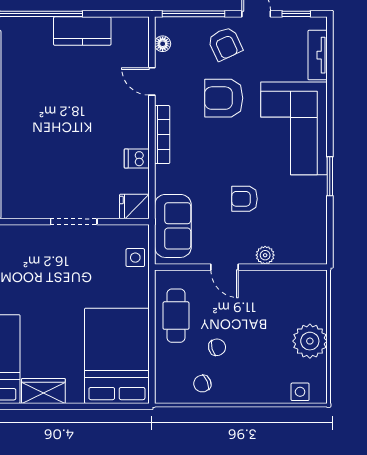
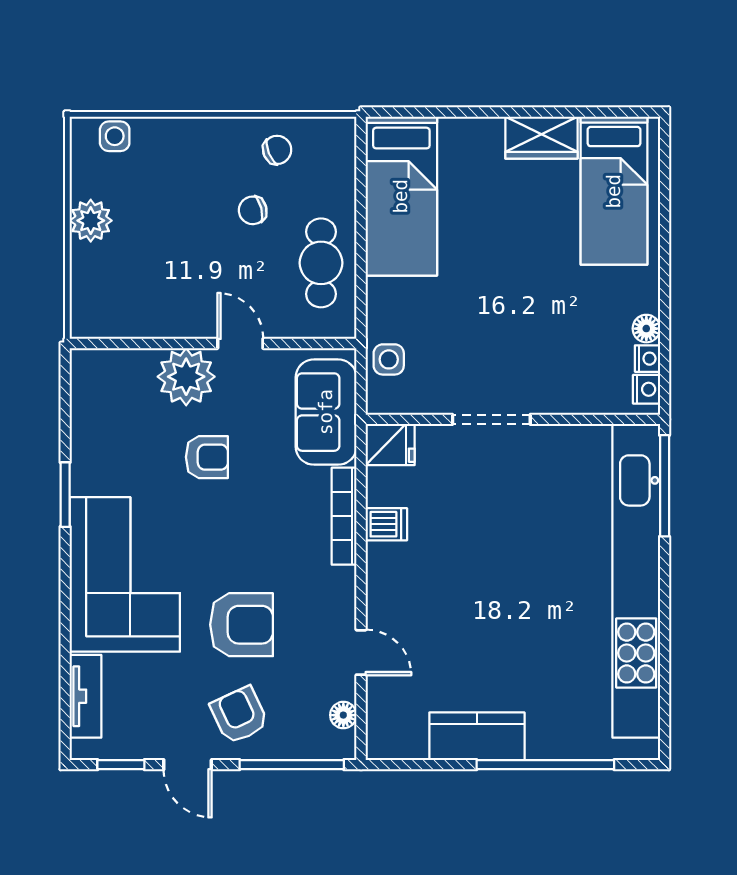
bookcase: (162, 135) -> (344, 516), moved
plant: (265, 255) -> (186, 377), width x1.88, depth x1.88
plant: (310, 341) -> (91, 221), width x0.73, depth x0.73
bed: (117, 356) -> (401, 196), width x0.67

